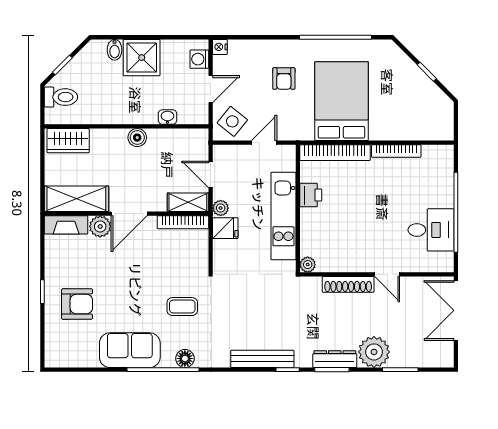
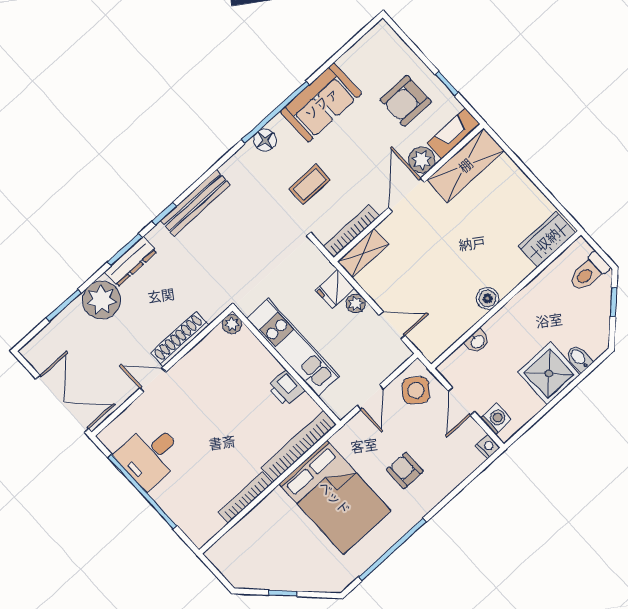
shelving: (76, 199) -> (465, 165), moved
shelving: (188, 202) -> (363, 253), moved
wall: (127, 214) -> (409, 193), moved
door: (129, 214) -> (406, 195), moved
bookcase: (183, 222) -> (351, 231), moved
fireplace: (66, 225) -> (453, 134), moved
plant: (100, 226) -> (422, 160), moved

